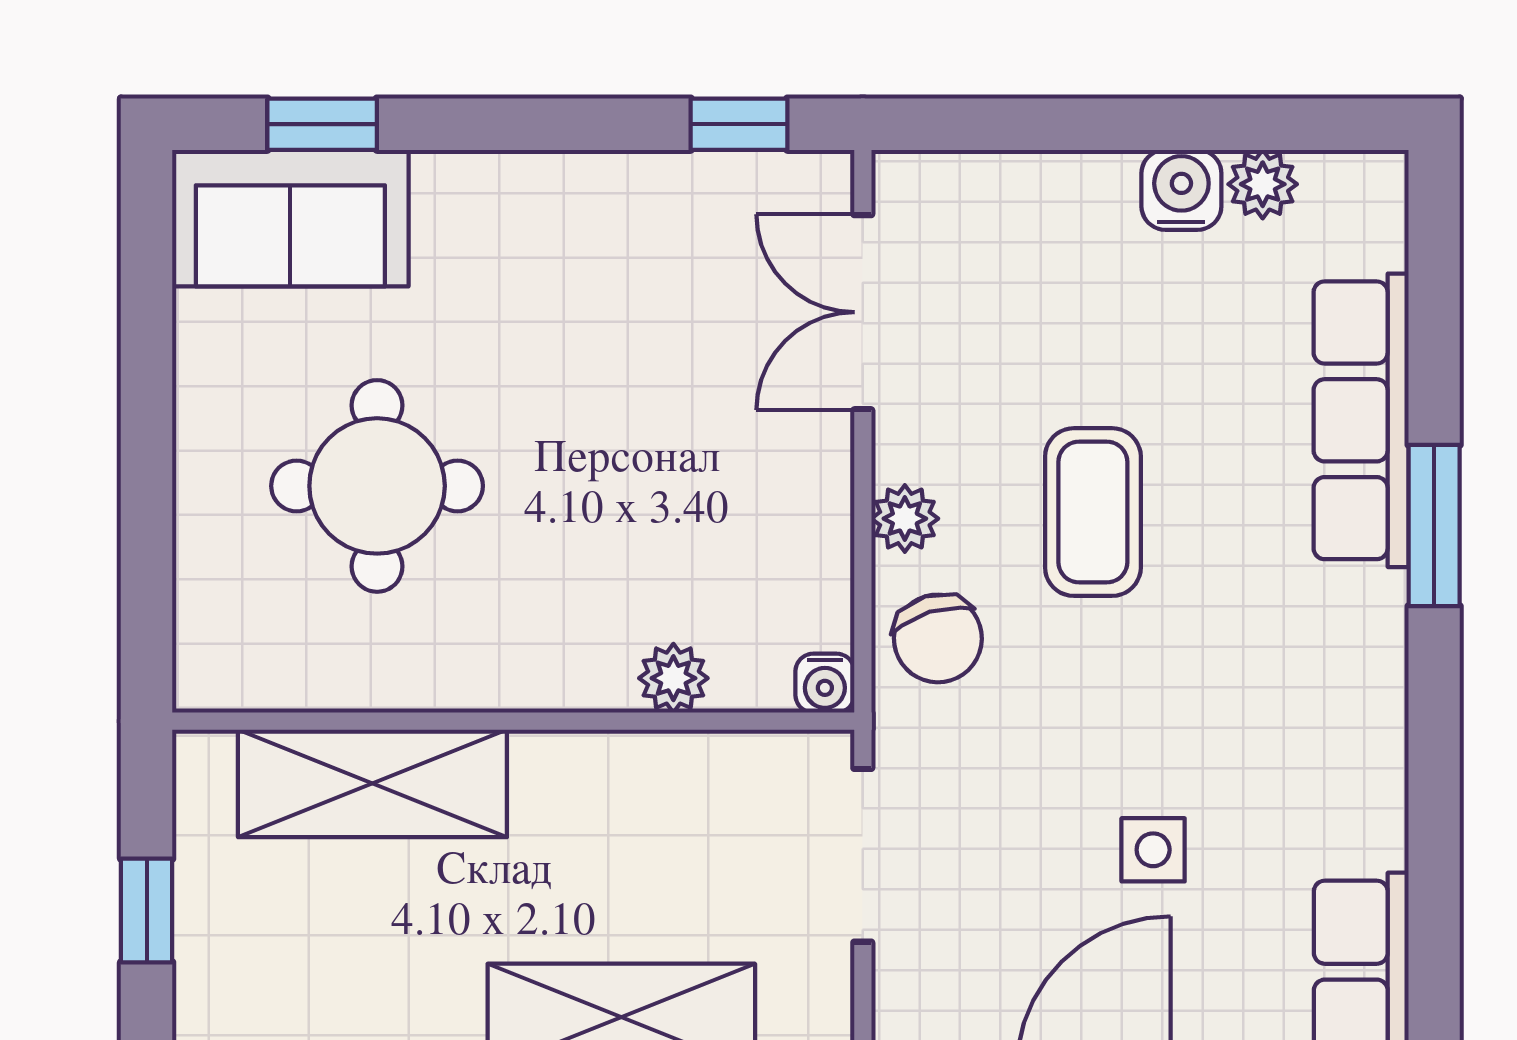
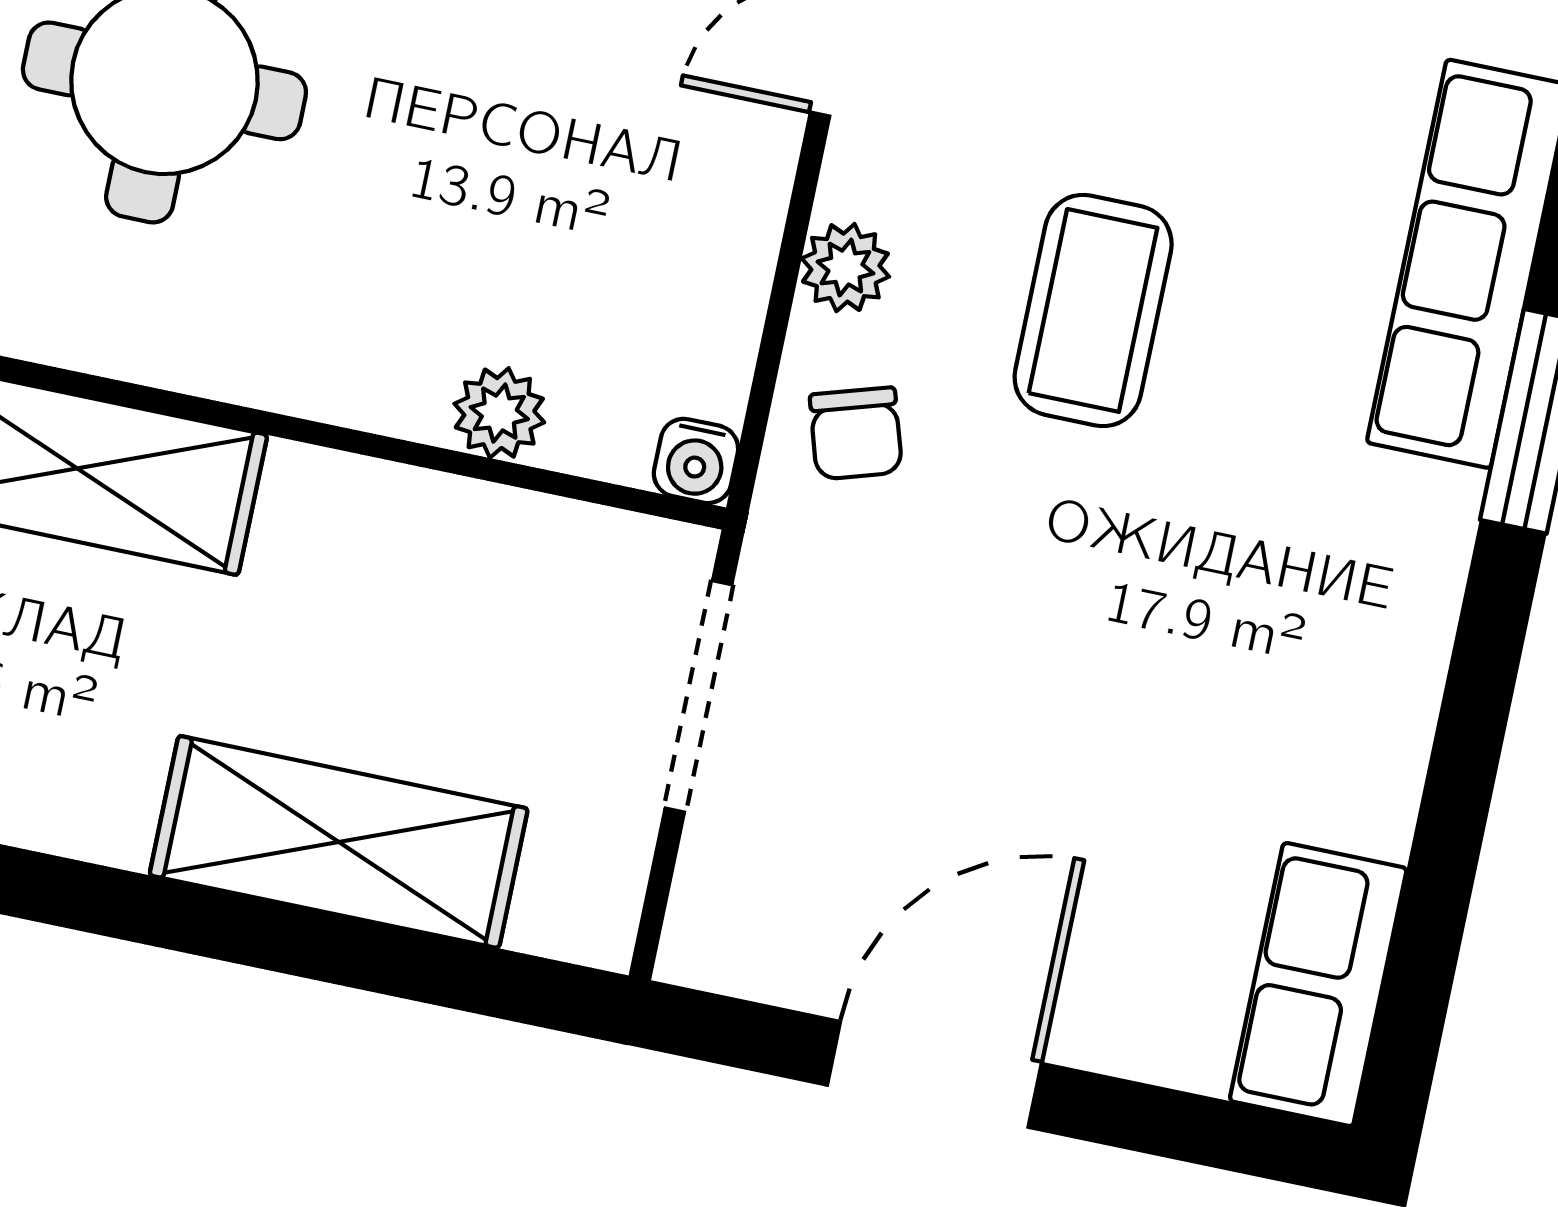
chair: (938, 638) -> (856, 433), width x0.73, depth x0.73
side table: (1153, 850) -> (1079, 768), removed

